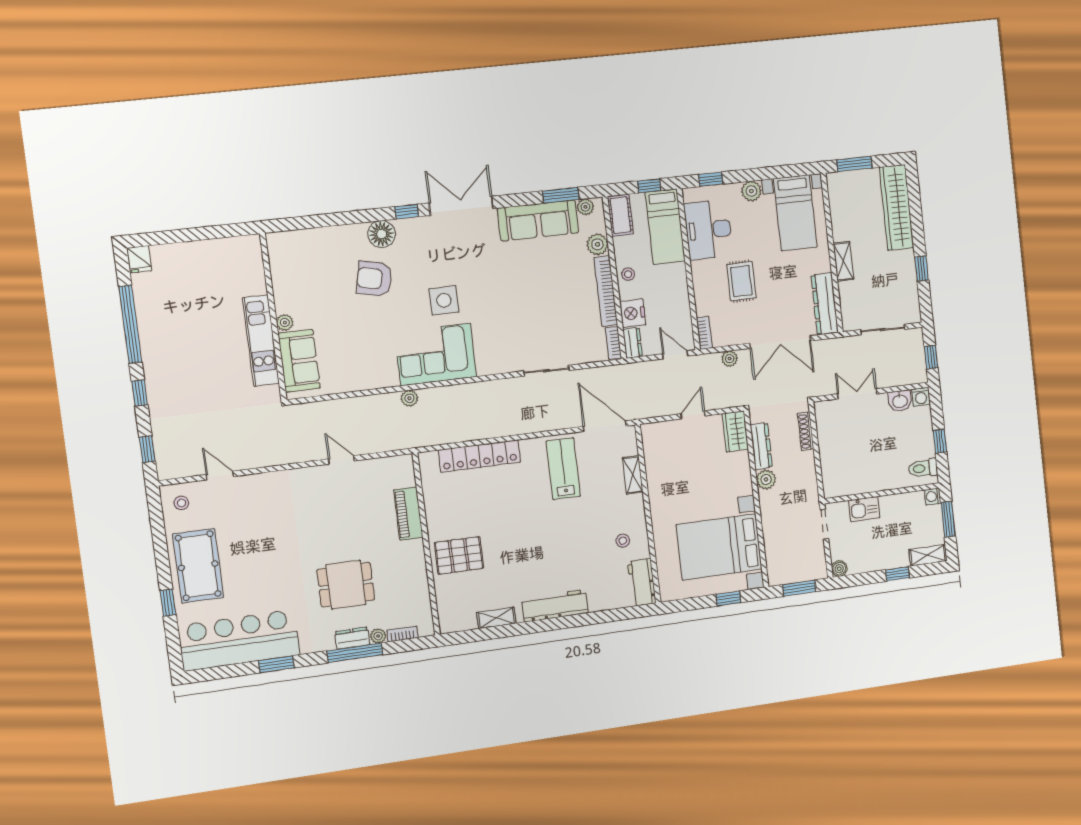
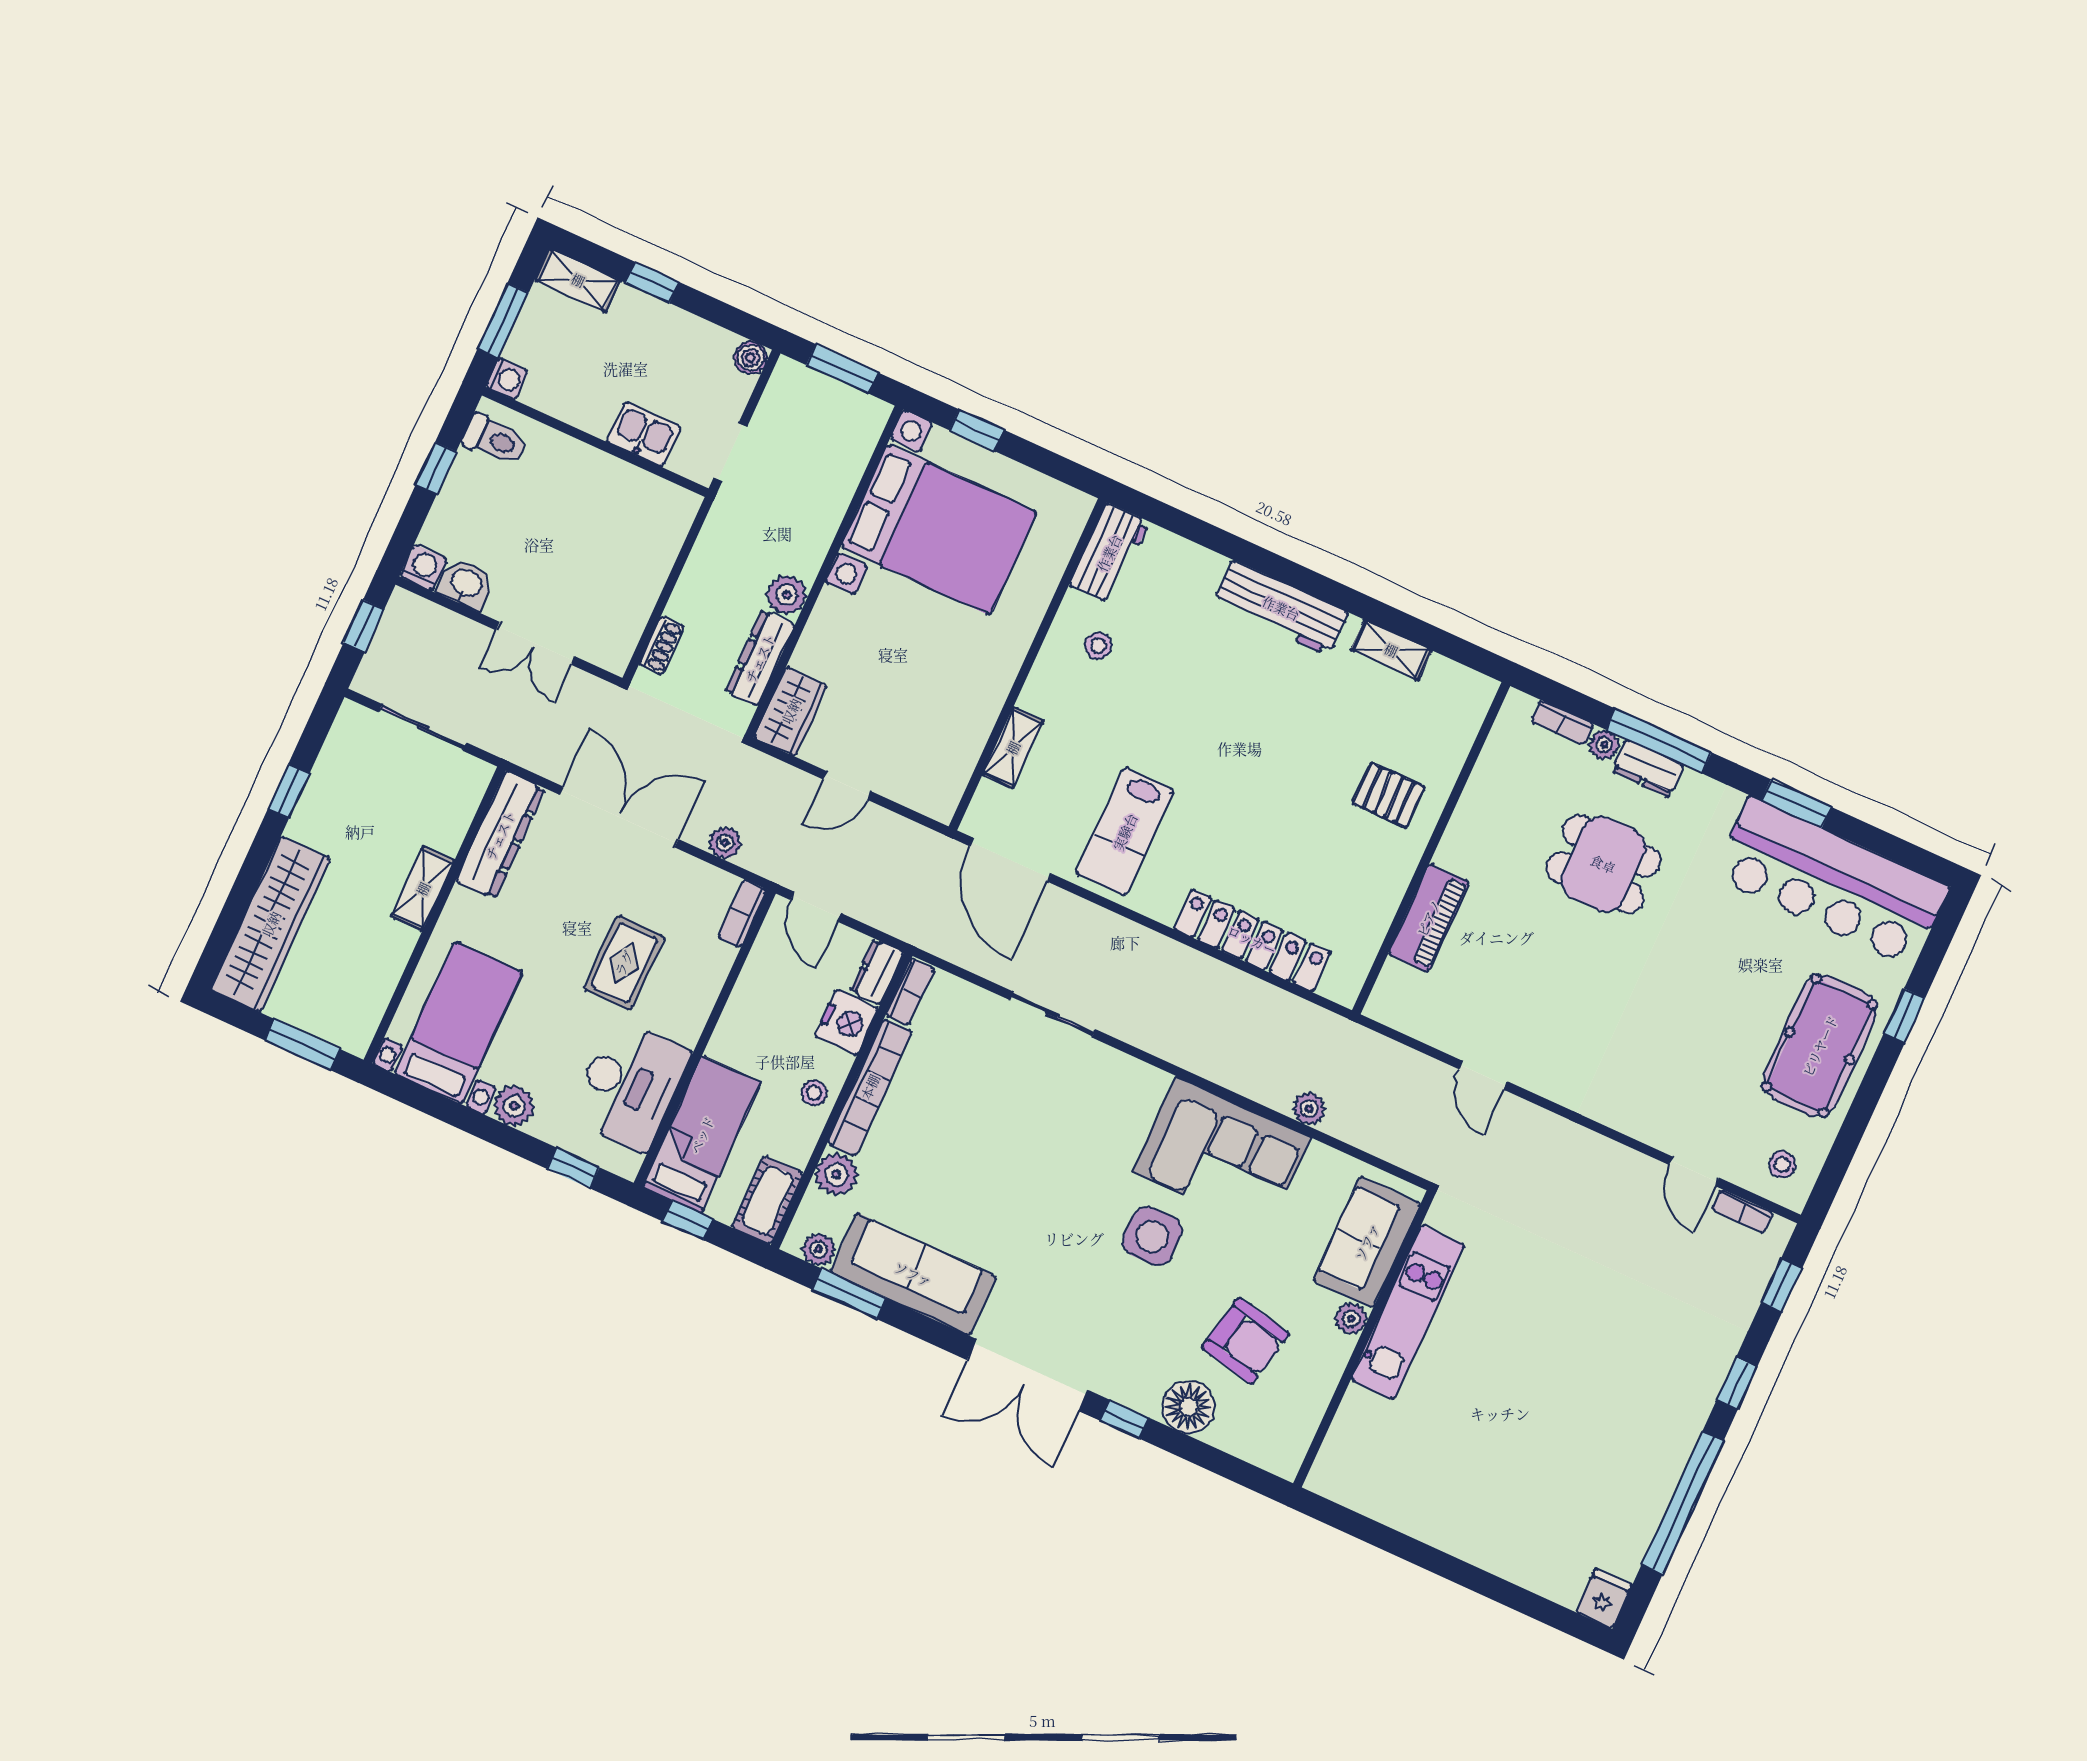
wall: (273, 317) -> (1364, 1339), moved
plant: (285, 323) -> (1351, 1319), moved
kitchen unit: (261, 341) -> (1408, 1312), moved
sofa: (299, 361) -> (1367, 1242), moved
shoe rack: (806, 431) -> (662, 645), width x0.70
bookcase: (186, 471) -> (1743, 1211), added
pallet: (459, 555) -> (1388, 795), width x0.67, depth x0.71

